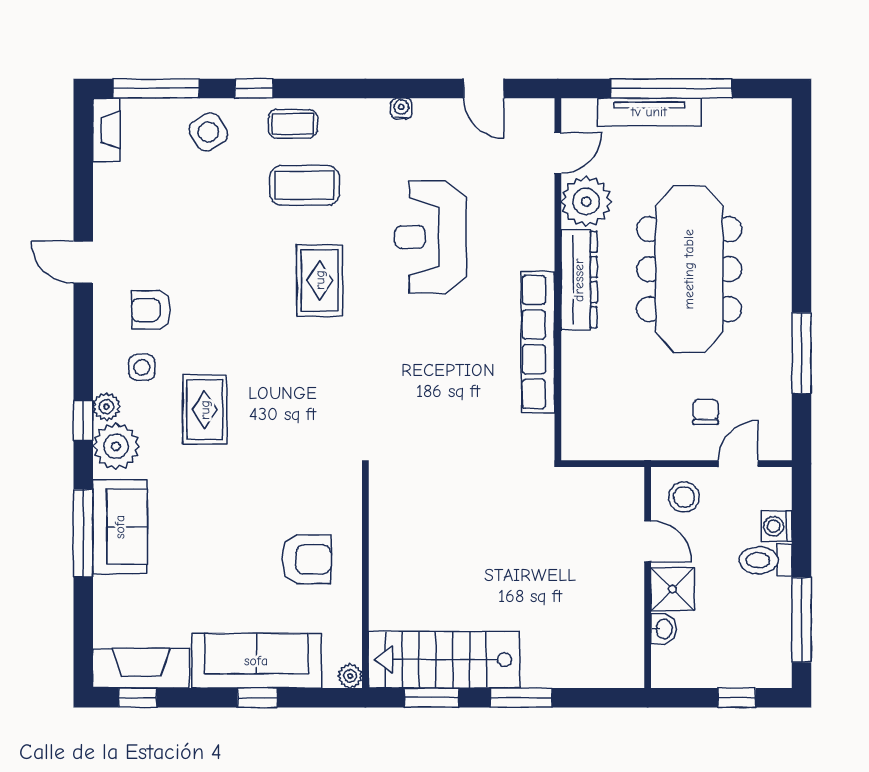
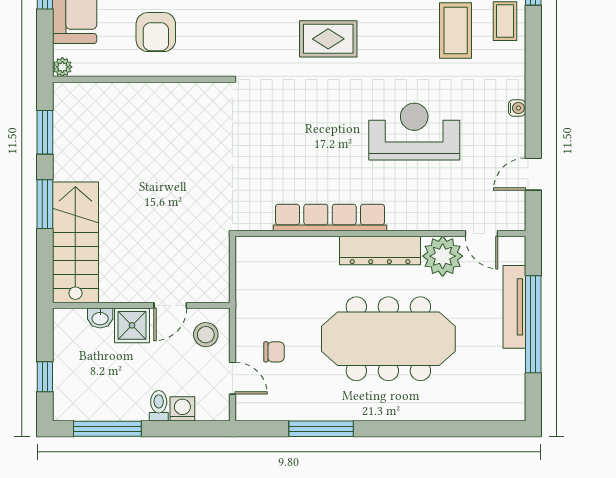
rug: (320, 280) -> (328, 39), moved
toilet: (765, 560) -> (159, 406), width x0.73, depth x0.72
stairs: (444, 660) -> (75, 242), moved

